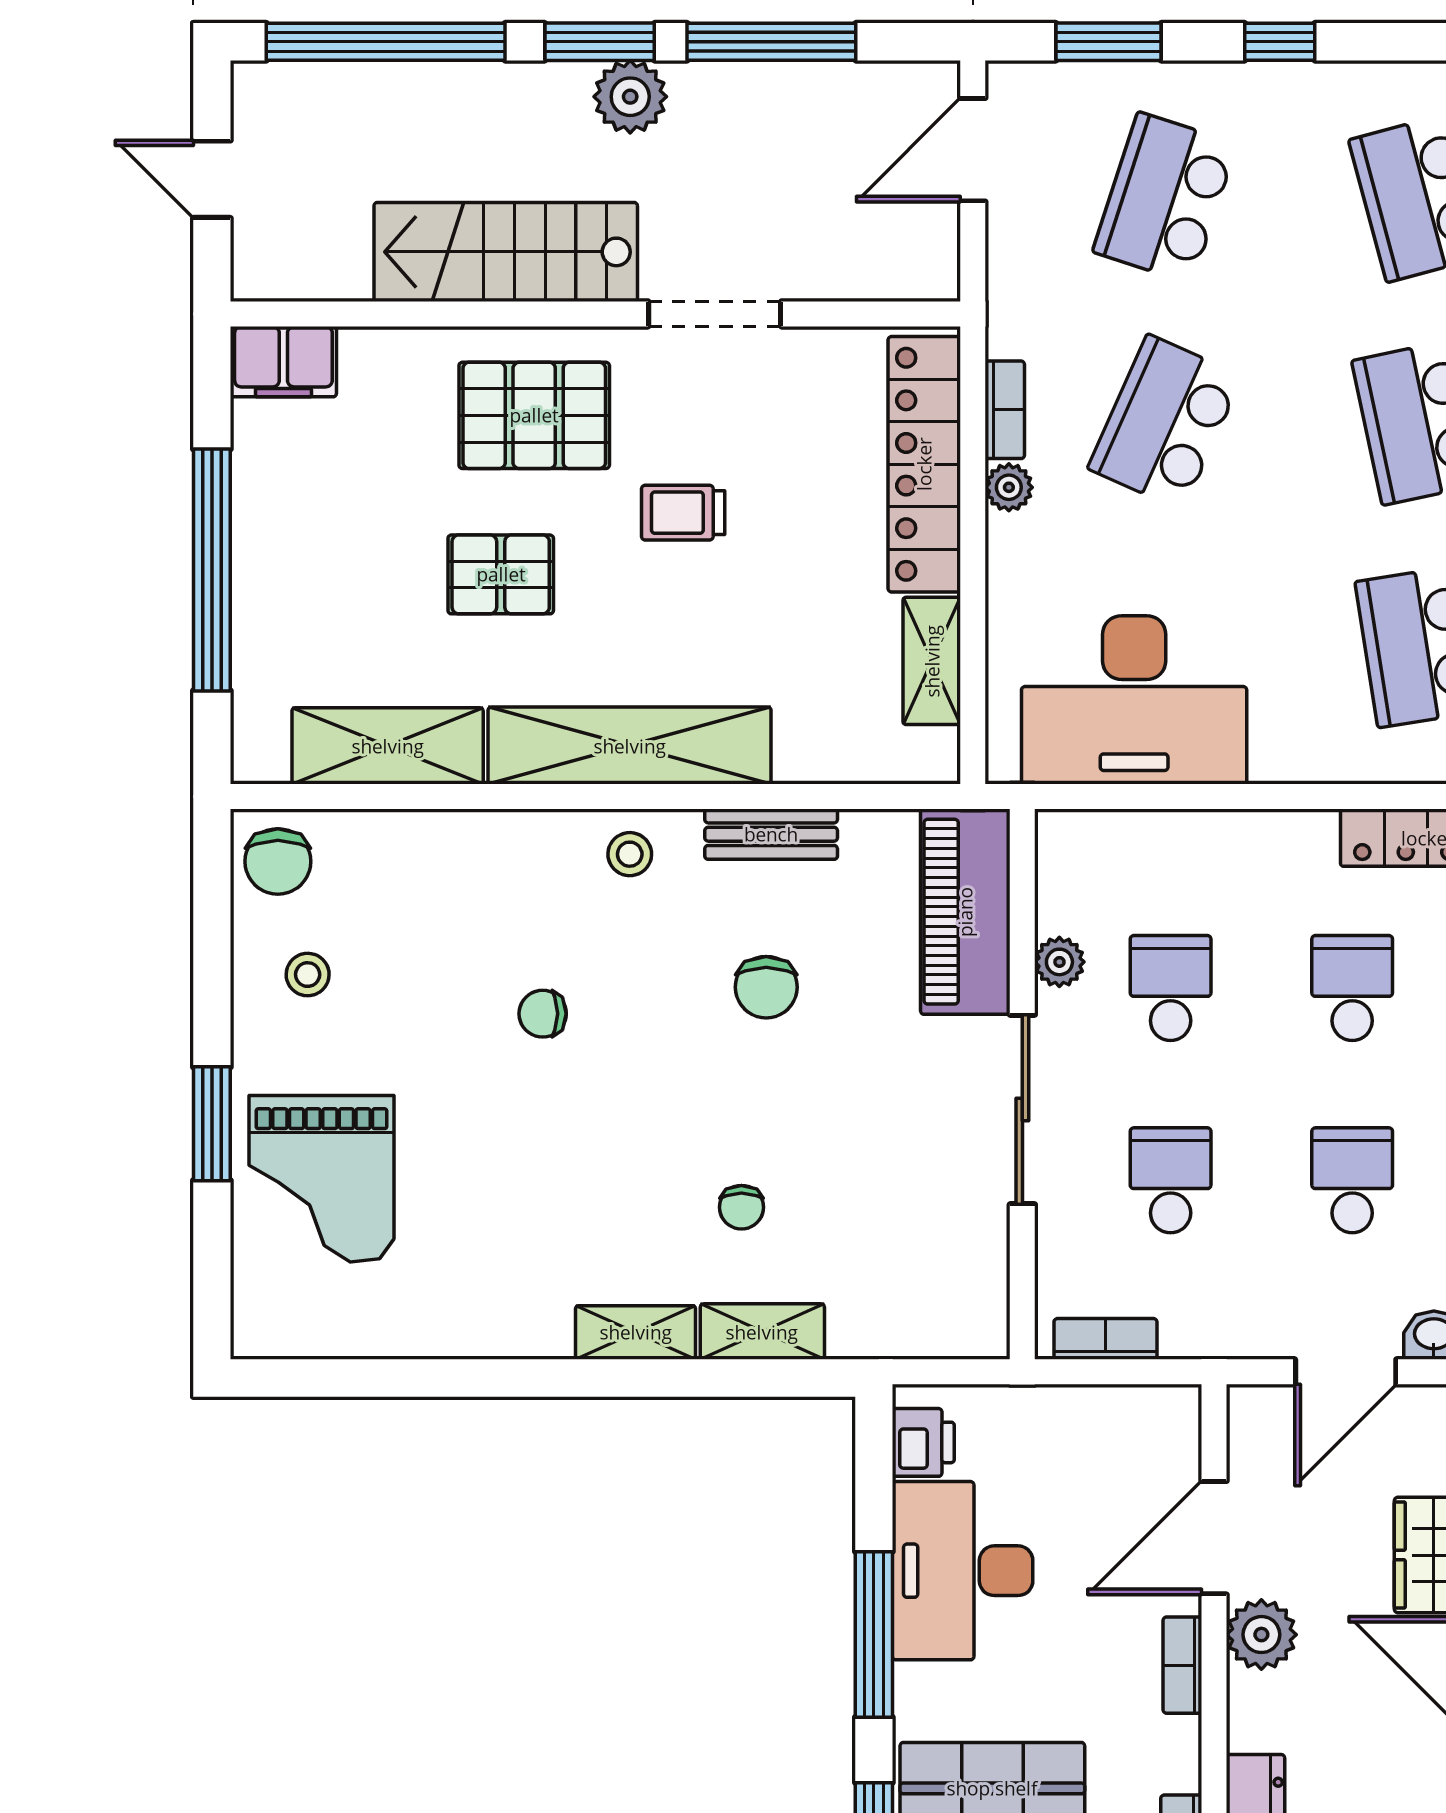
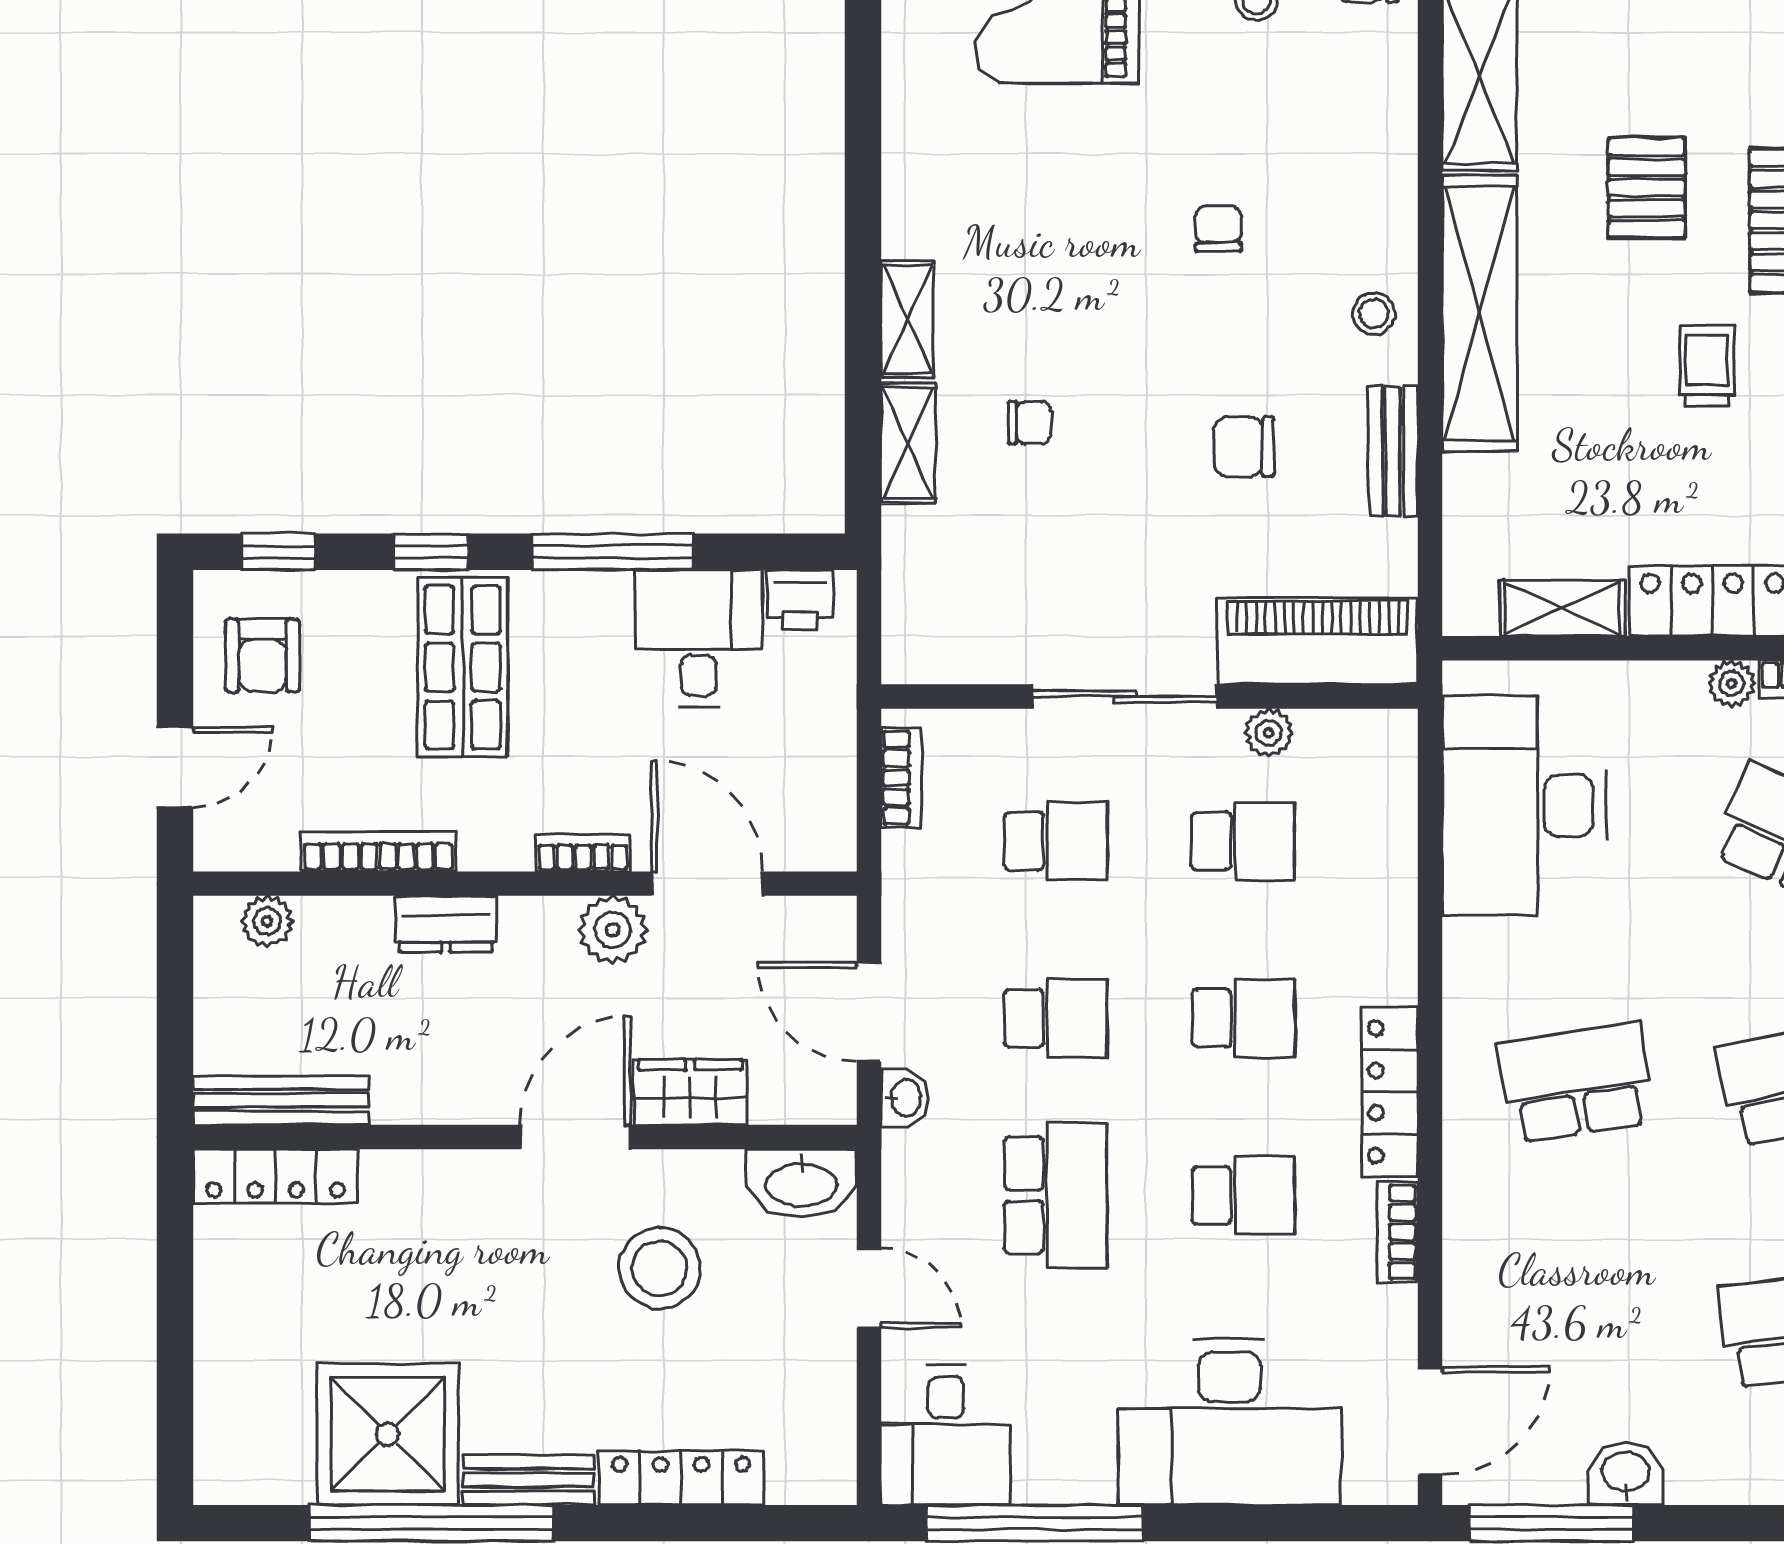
chair: (741, 1207) -> (1030, 423), turned 180
desk: (963, 1571) -> (699, 638), width x0.73

